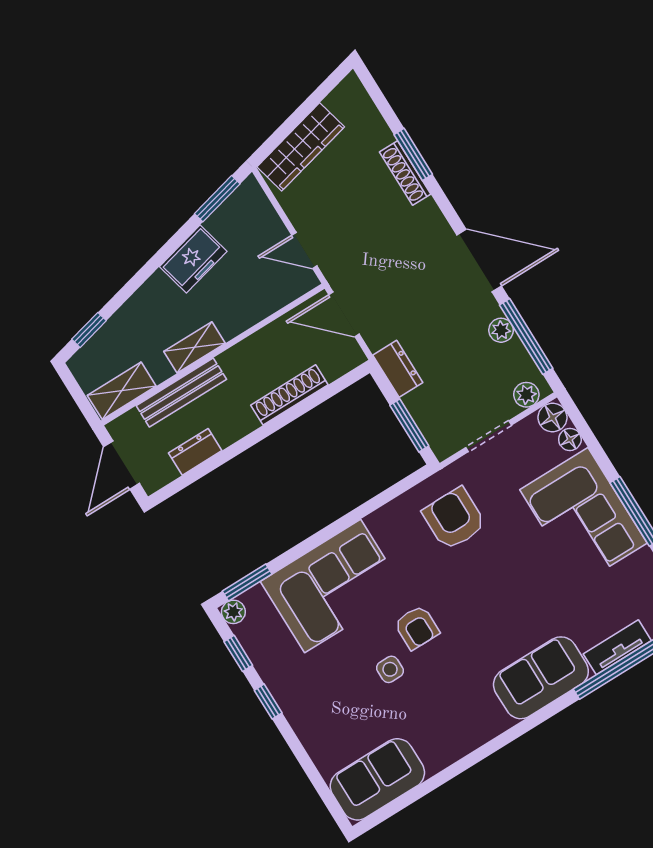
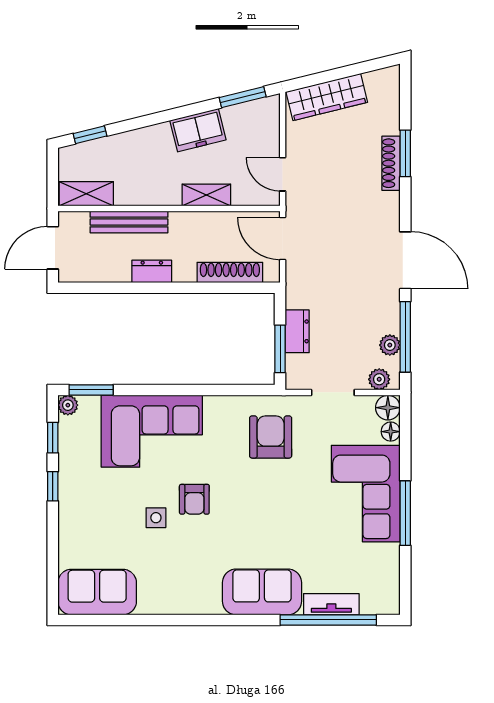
plant: (501, 330) -> (390, 345), moved
shelving: (194, 347) -> (206, 195), moved
dresser: (398, 369) -> (297, 331), moved
shoe rack: (289, 395) -> (230, 272), moved
dresser: (195, 452) -> (152, 271), moved

